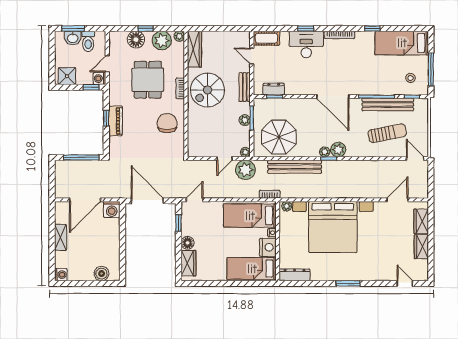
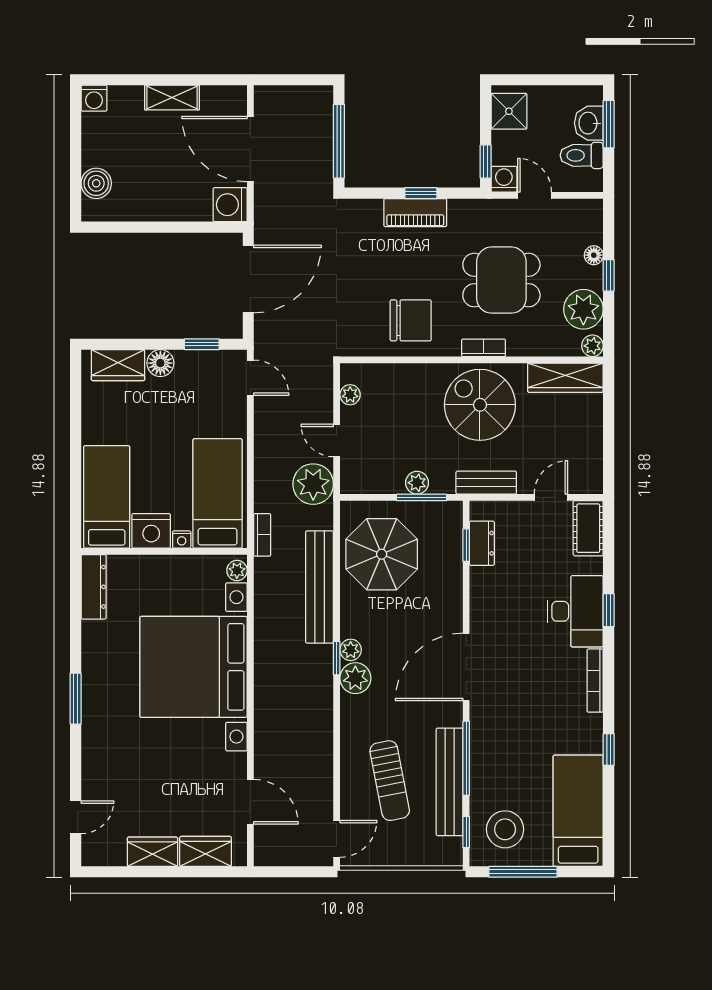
floor lamp: (136, 40) -> (594, 255), width x0.53, depth x0.53
stool: (411, 78) -> (505, 829), width x1.89, depth x1.89
plant: (245, 152) -> (350, 395), moved

